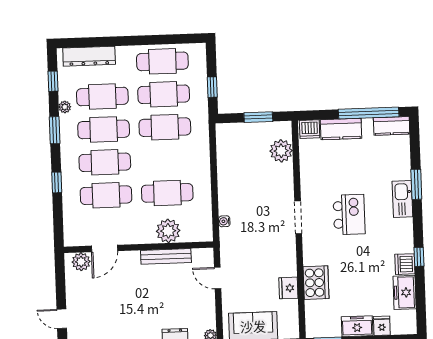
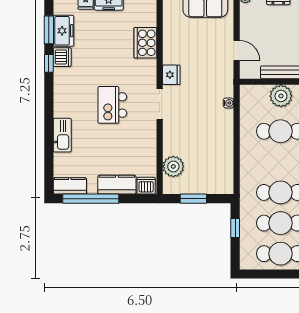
window: (416, 184) -> (49, 30), moved
kitchen sink: (402, 199) -> (62, 135), moved
fridge: (288, 288) -> (171, 75), moved

